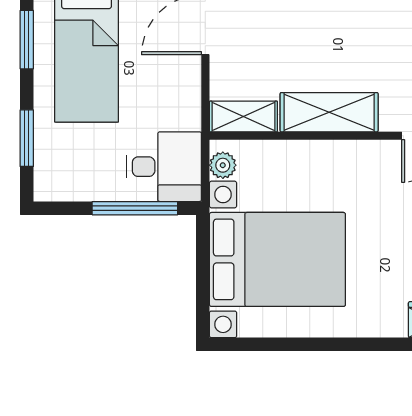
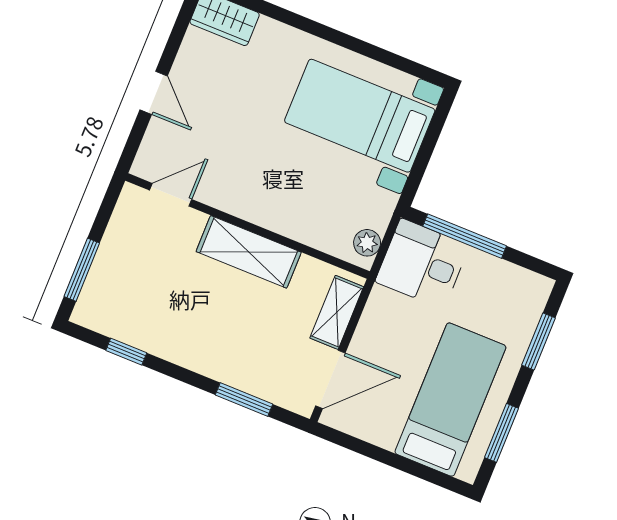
shelving: (243, 116) -> (337, 312), moved, turned 90
bed with nightstands: (277, 259) -> (360, 116), width x0.73

